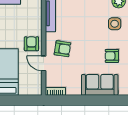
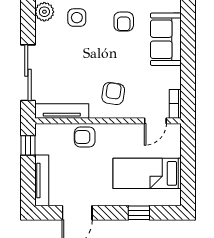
armchair: (31, 44) -> (85, 137), moved
door: (44, 63) -> (155, 121), moved

